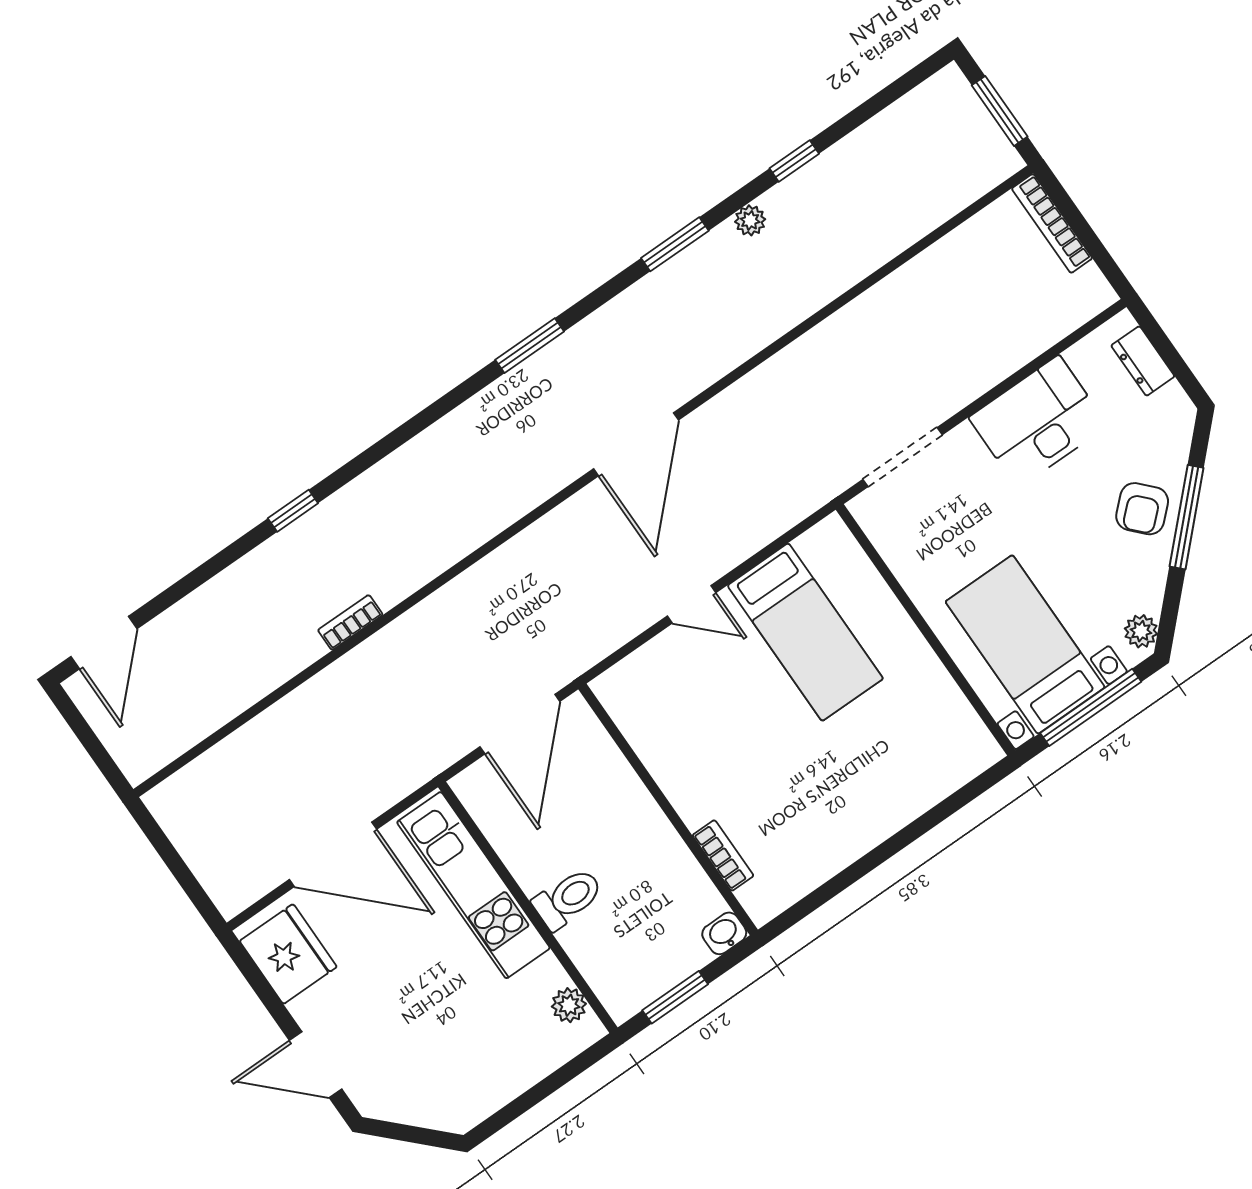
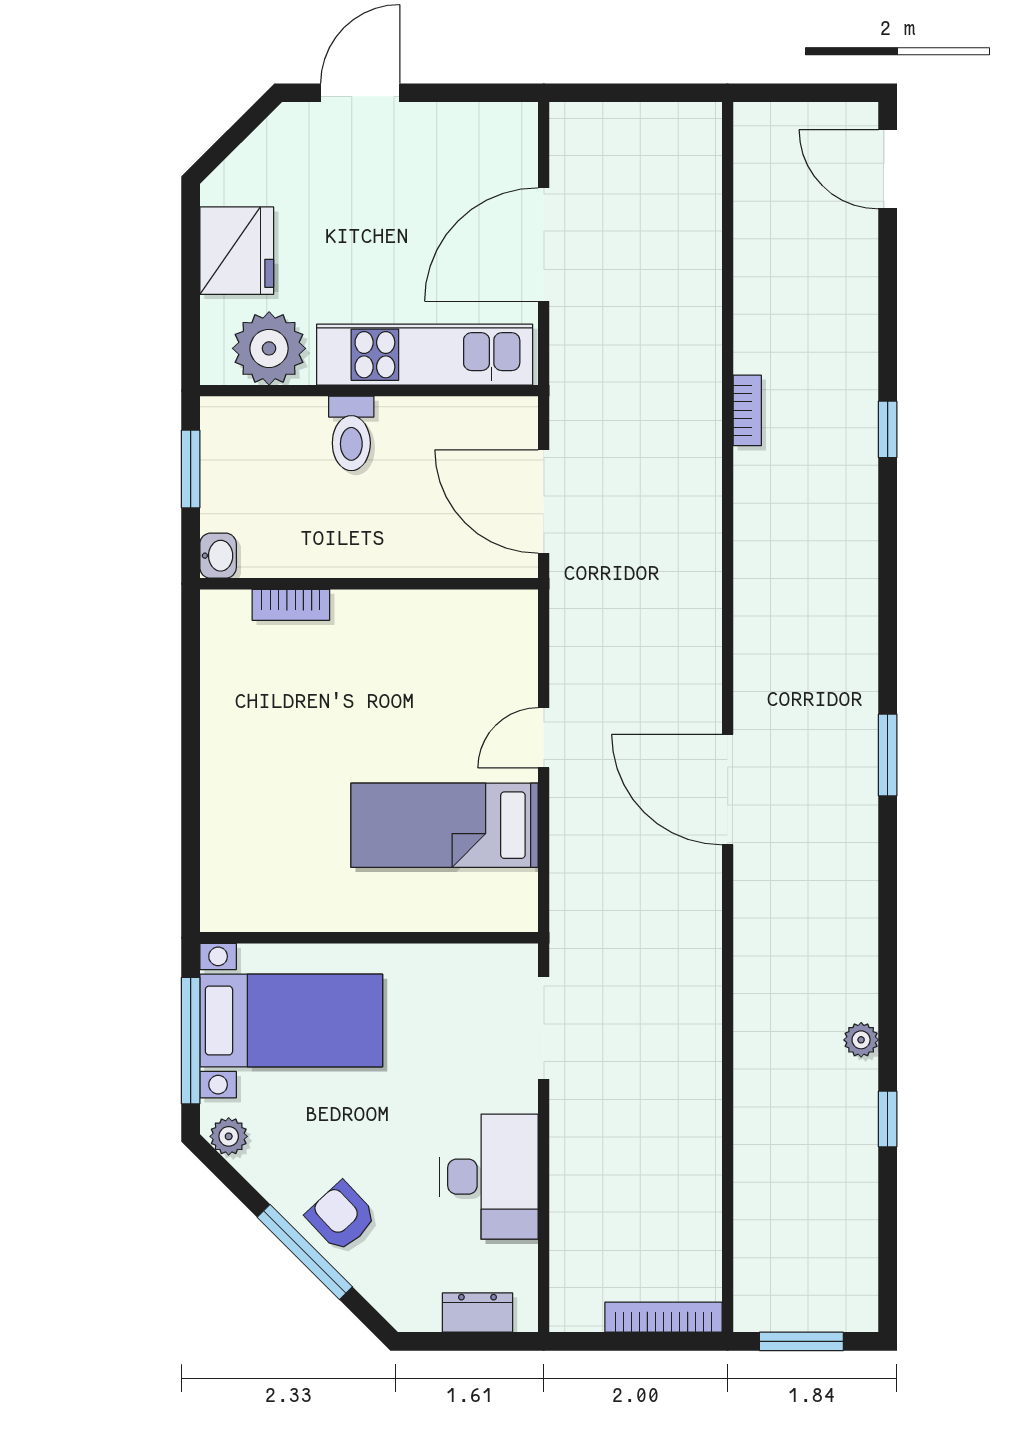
window: (675, 244) -> (888, 955), removed
fridge: (288, 954) -> (237, 251), moved, turned -90
plant: (569, 1005) -> (269, 348), width x1.87, depth x1.87

